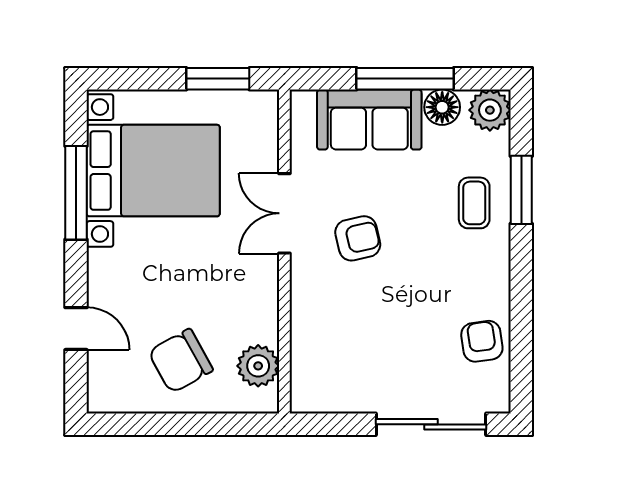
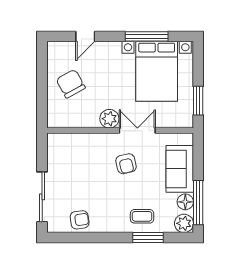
window: (405, 79) -> (198, 203), moved
plant: (258, 366) -> (109, 119), moved

